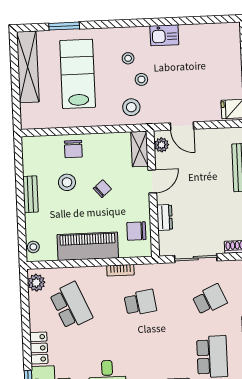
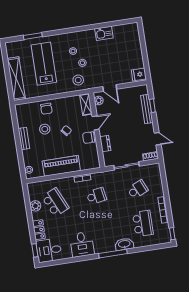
kitchen sink: (164, 35) -> (104, 33), moved
shelving: (28, 67) -> (16, 79), moved
chair: (136, 231) -> (89, 138), moved
plant: (36, 283) -> (35, 206), moved

